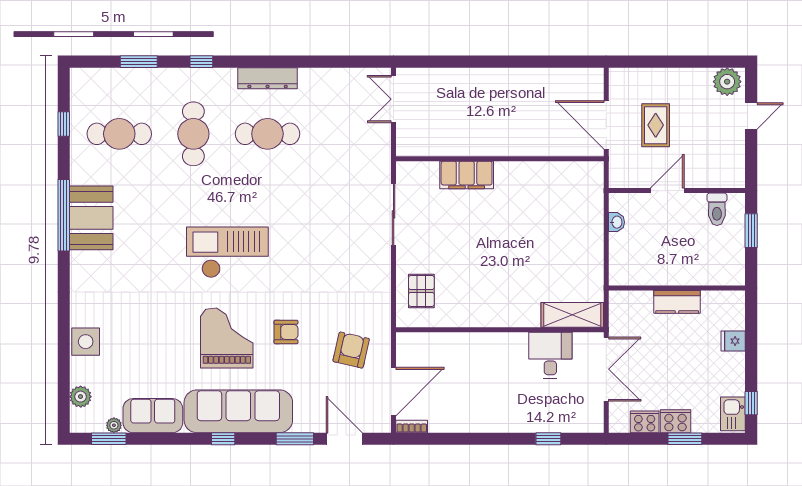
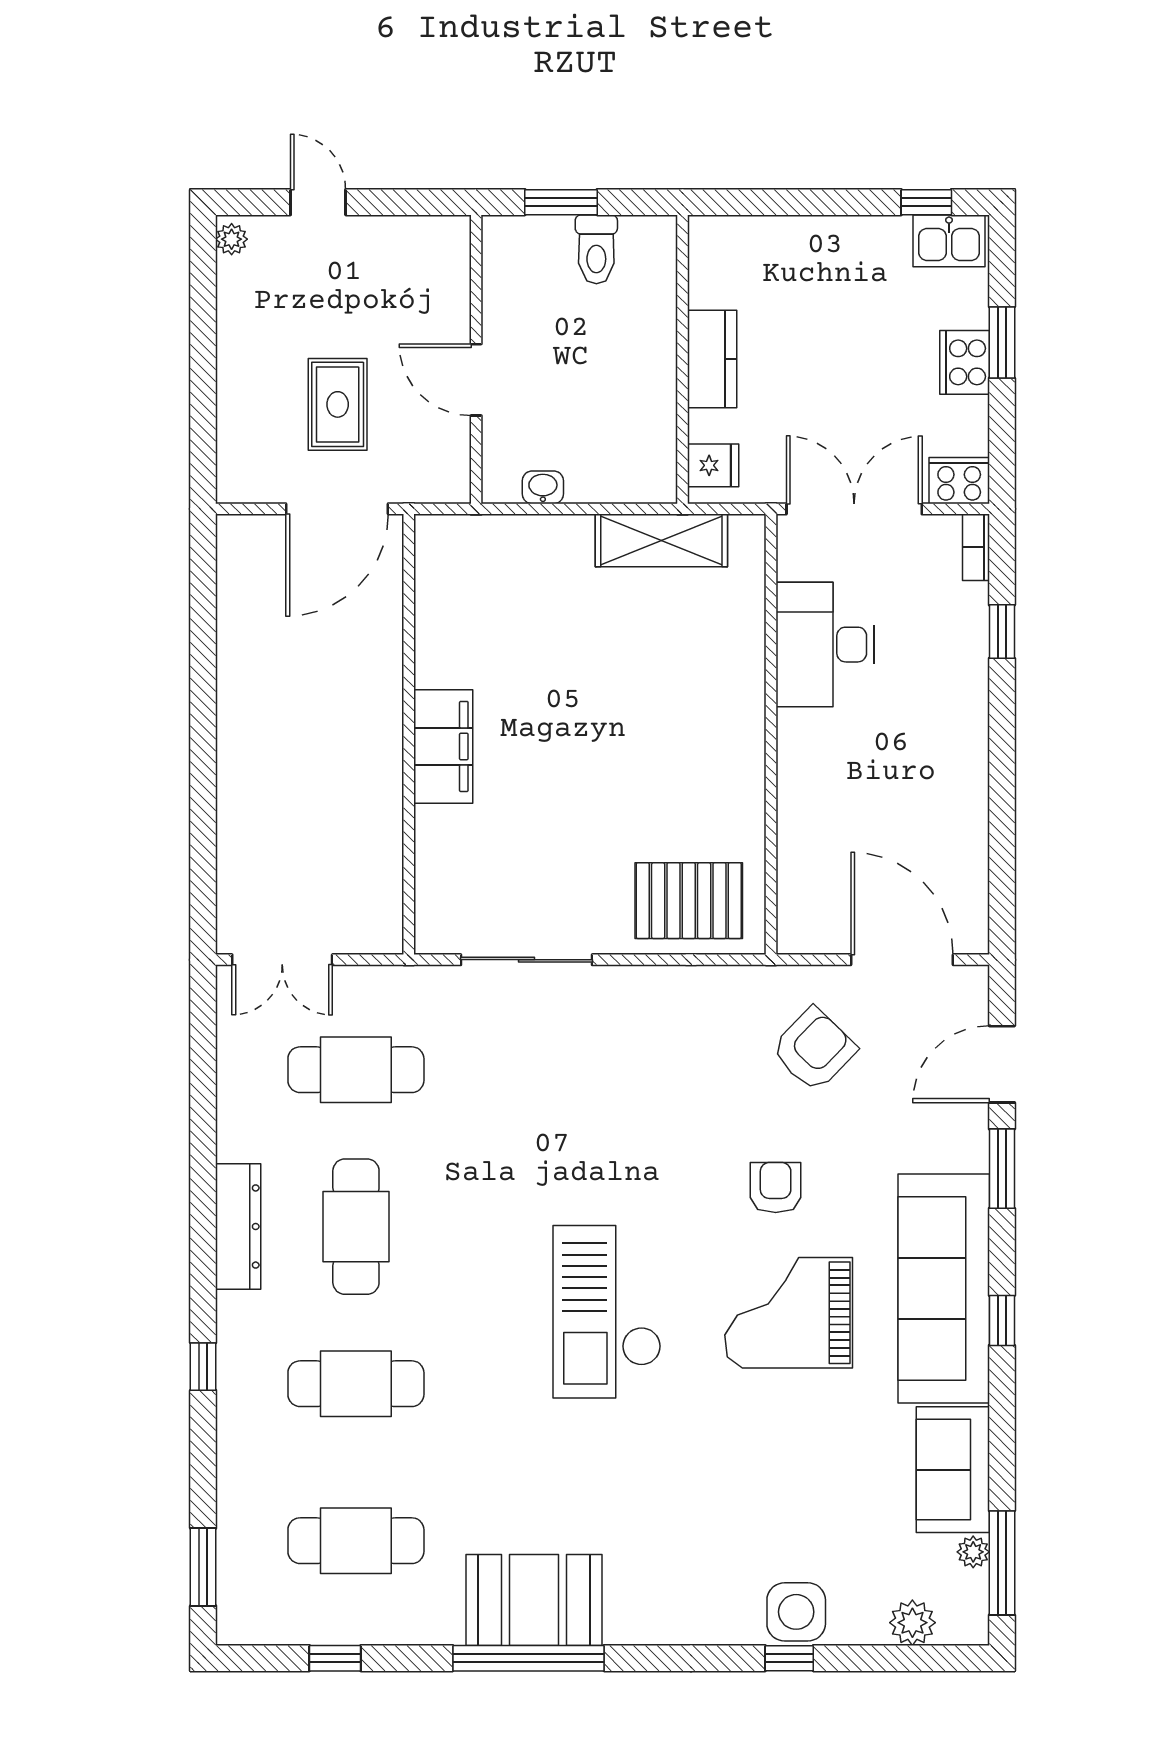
window: (139, 62) -> (203, 1567), moved
plant: (727, 82) -> (232, 239), width x0.53, depth x0.53
rug: (656, 125) -> (338, 404), turned 90
cafe table: (119, 134) -> (356, 1541), turned 90
cafe table: (342, 134) -> (356, 1070), added
filing cabinet: (467, 175) -> (443, 746), moved
toilet: (717, 209) -> (596, 249), moved, turned 90
pallet: (421, 291) -> (689, 901), width x1.50, depth x1.42
shelving: (572, 315) -> (661, 540), moved, turned 90
window: (64, 338) -> (789, 1658), added
fridge: (733, 341) -> (713, 465), moved, turned -90
armchair: (351, 350) -> (814, 1049), turned 121
desk: (550, 355) -> (825, 645), width x1.37
cooker: (645, 422) -> (959, 481), moved, turned 90
bookcase: (412, 427) -> (976, 547), moved
window: (109, 439) -> (1002, 1563), width x1.44

